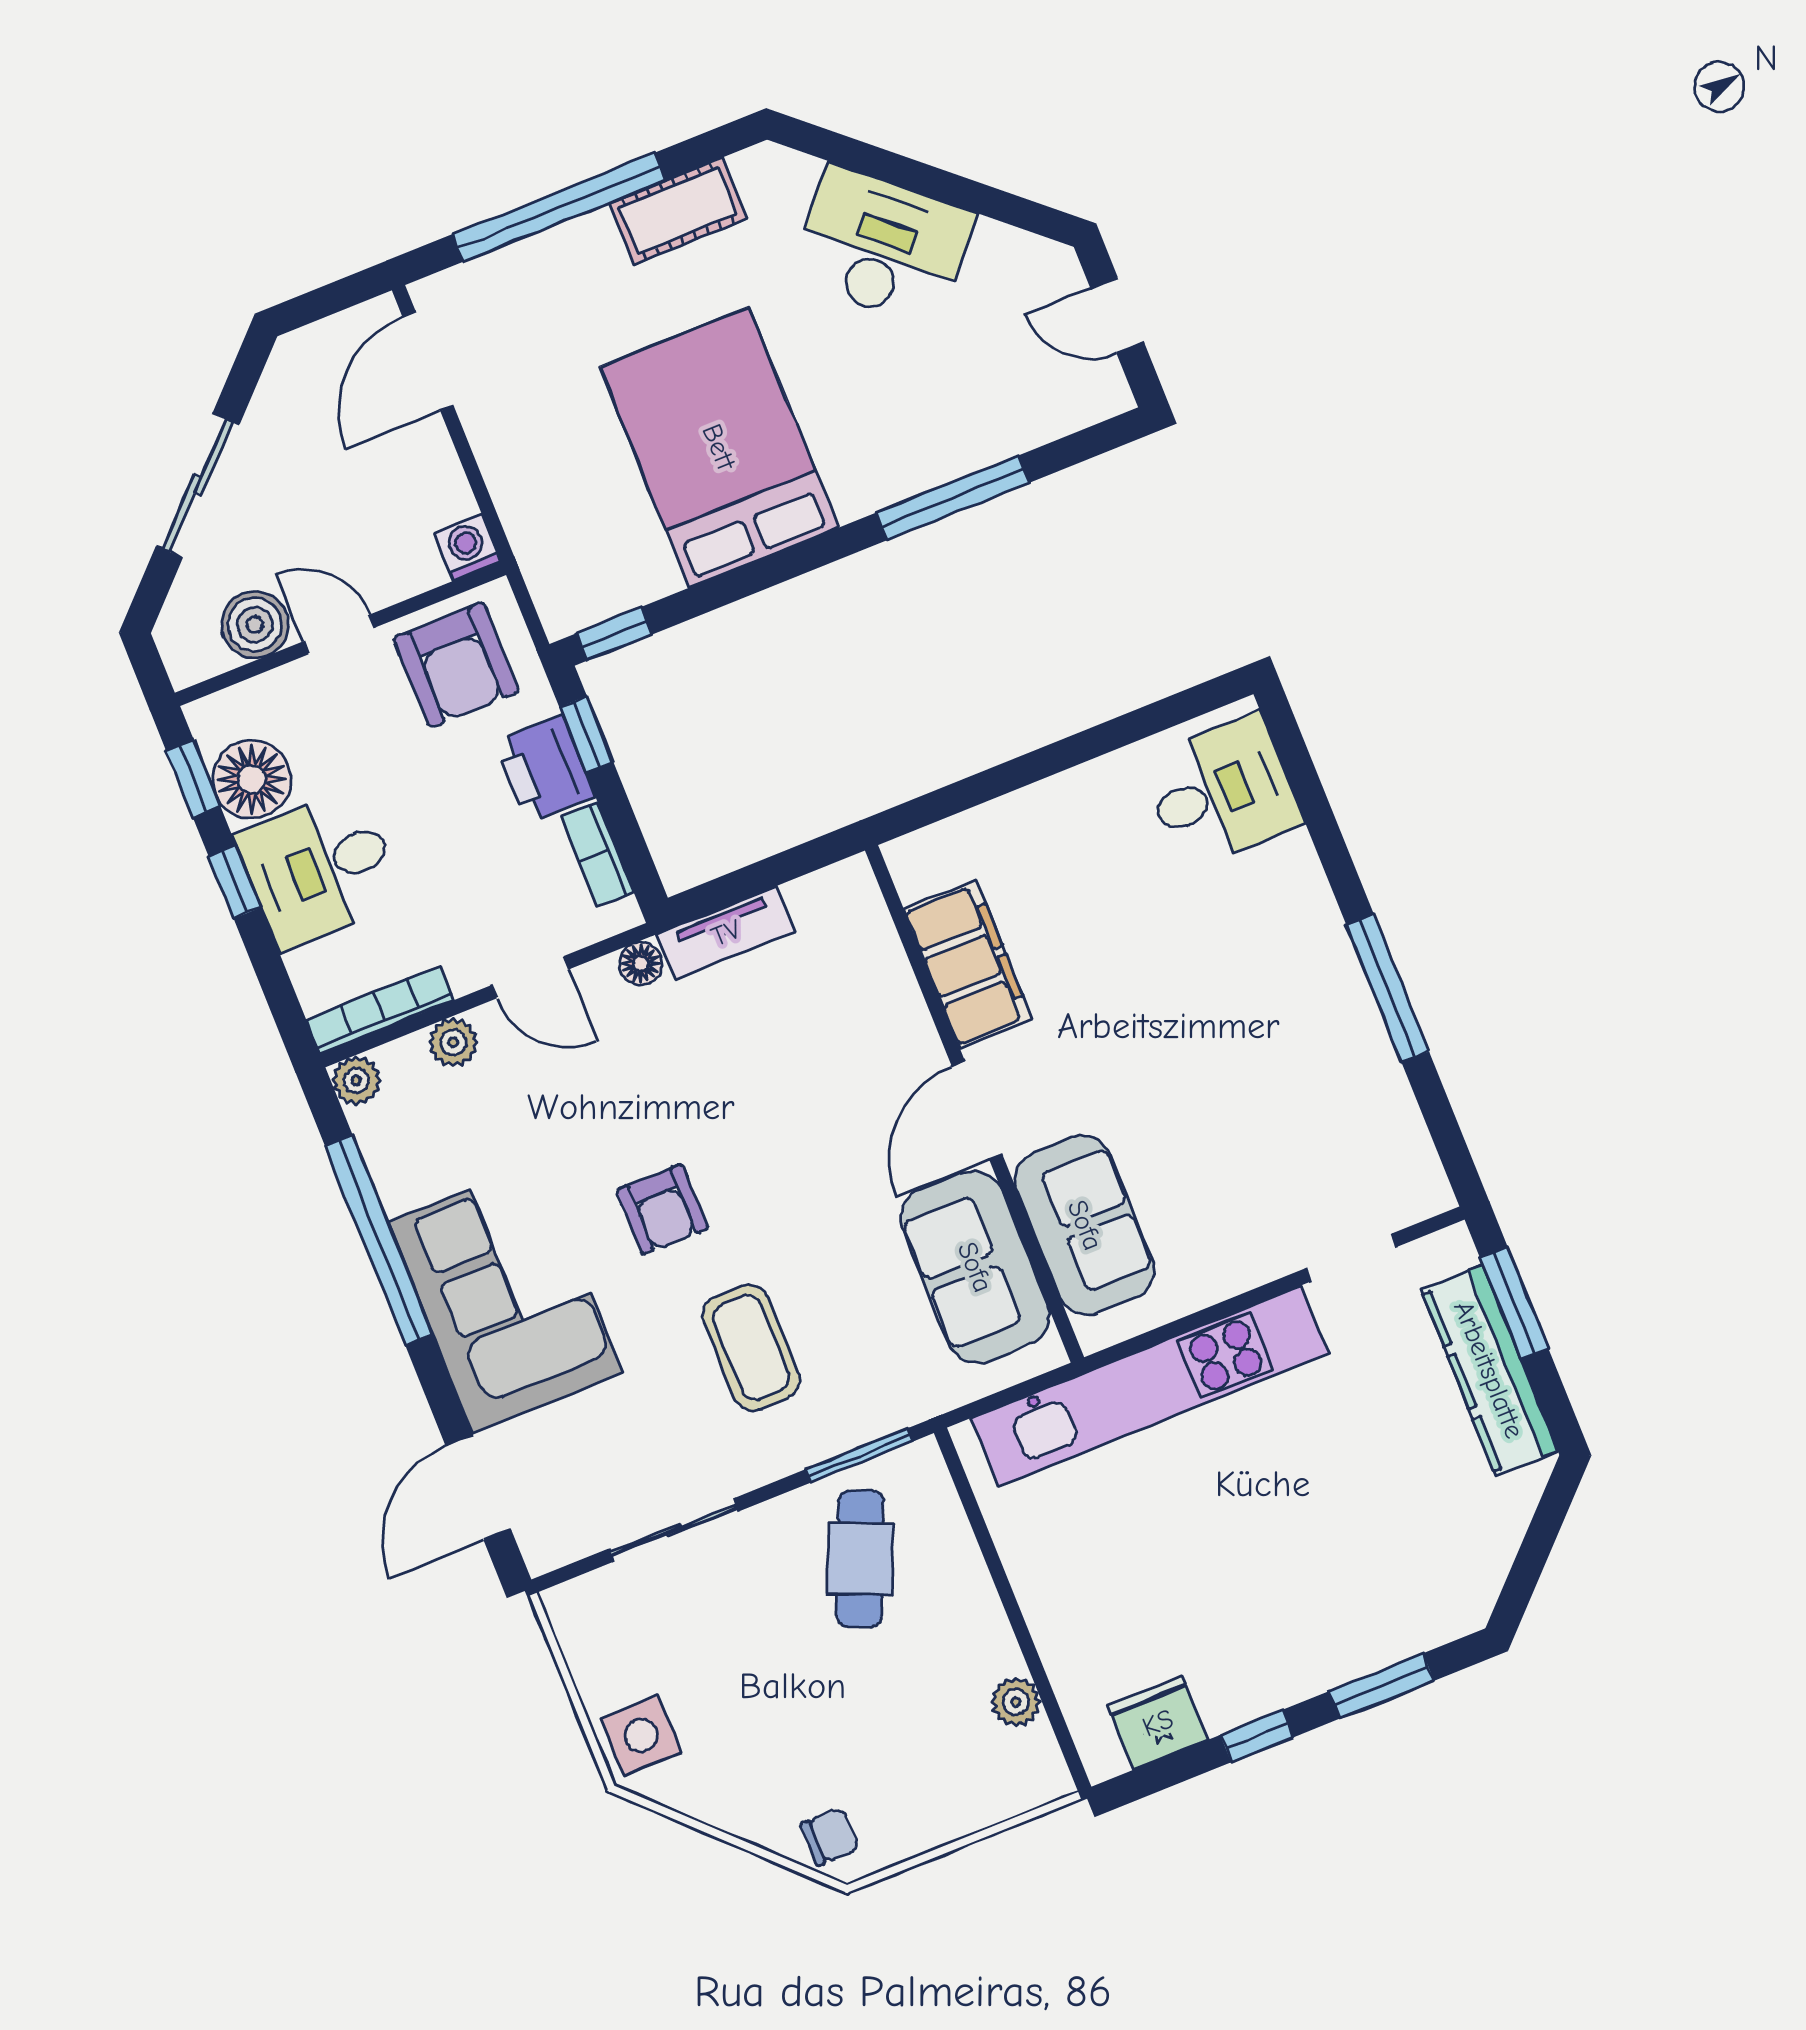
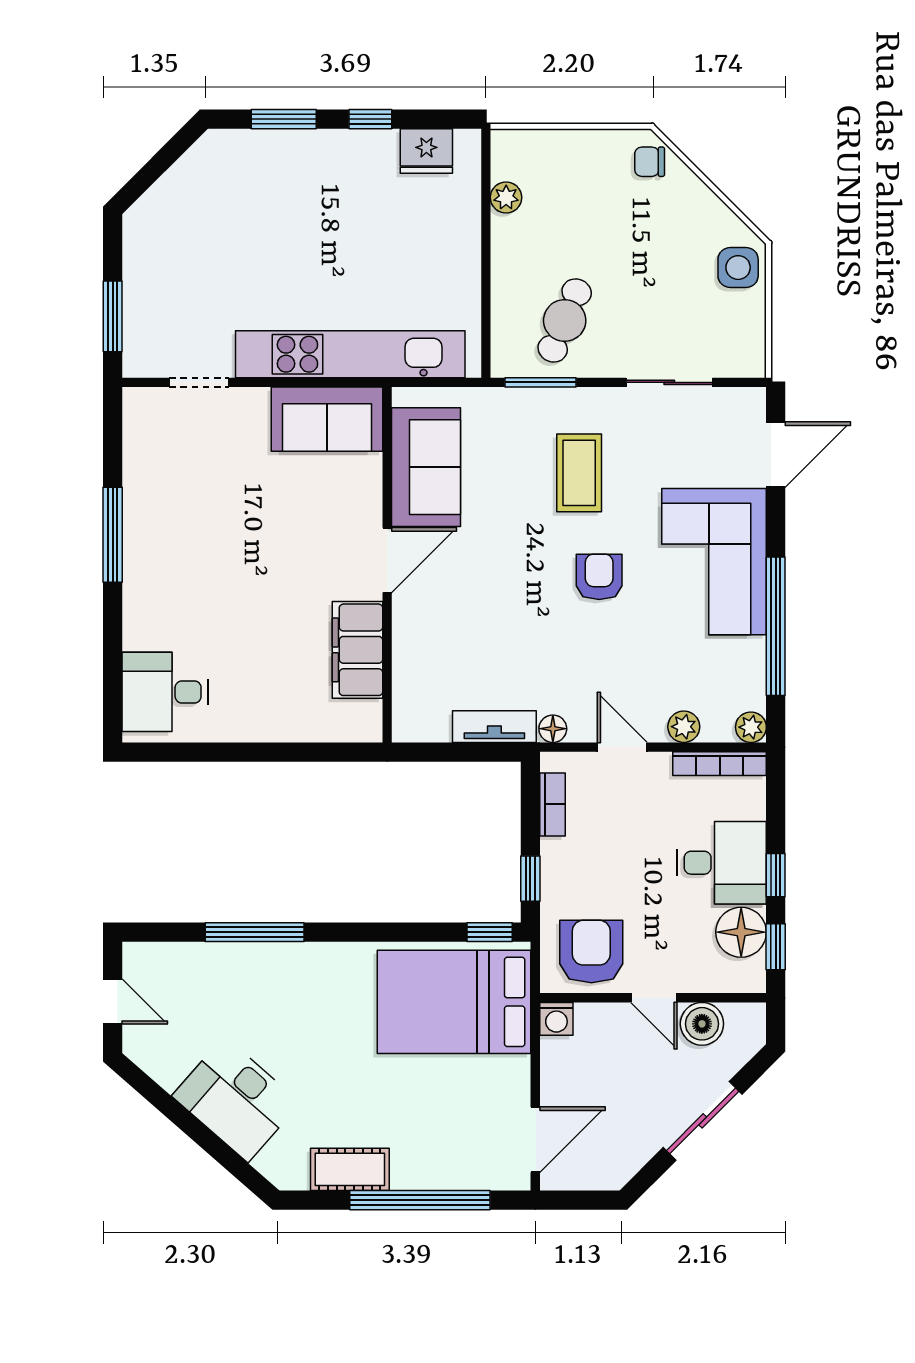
bed: (719, 447) -> (454, 1002), moved, turned 90
printer: (545, 769) -> (564, 868), removed
sofa: (1085, 1225) -> (327, 419), moved, turned -90
kitchen counter: (1489, 1370) -> (144, 282), removed

